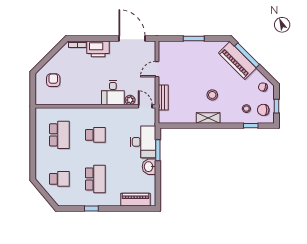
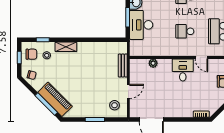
printer: (98, 49) -> (182, 110), removed
desk: (113, 93) -> (183, 70), moved
stool: (212, 95) -> (115, 105), moved
door: (145, 106) -> (201, 57), moved
shelving: (208, 118) -> (66, 47), moved

